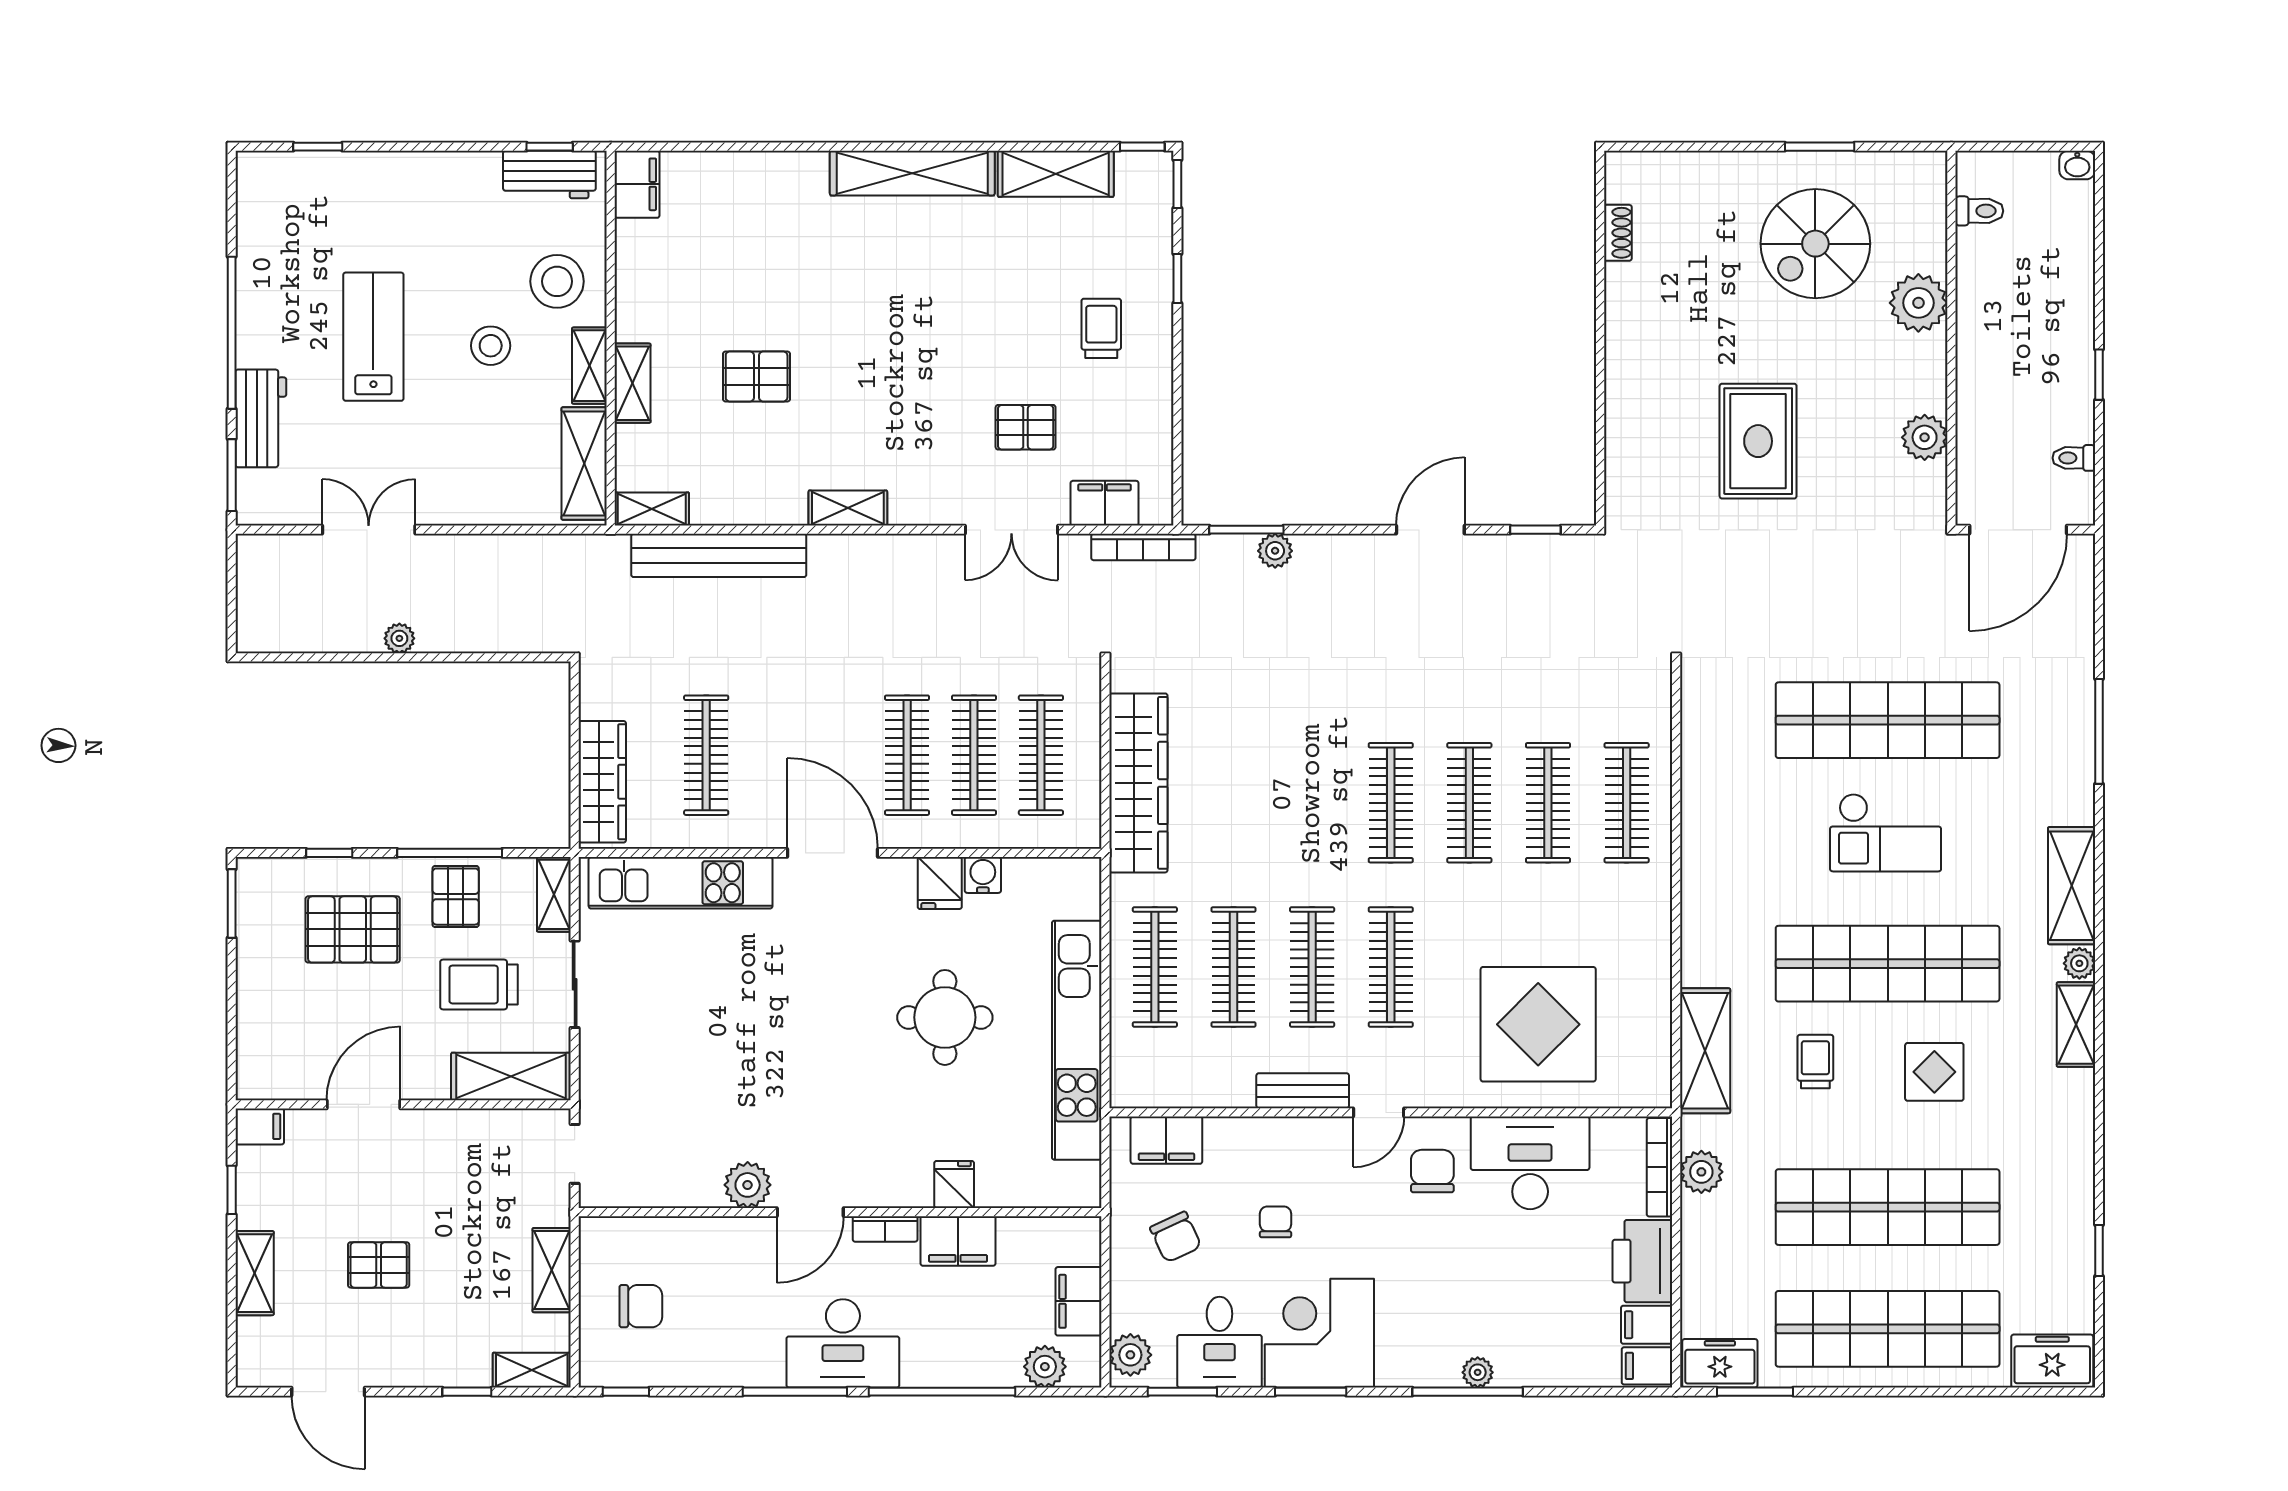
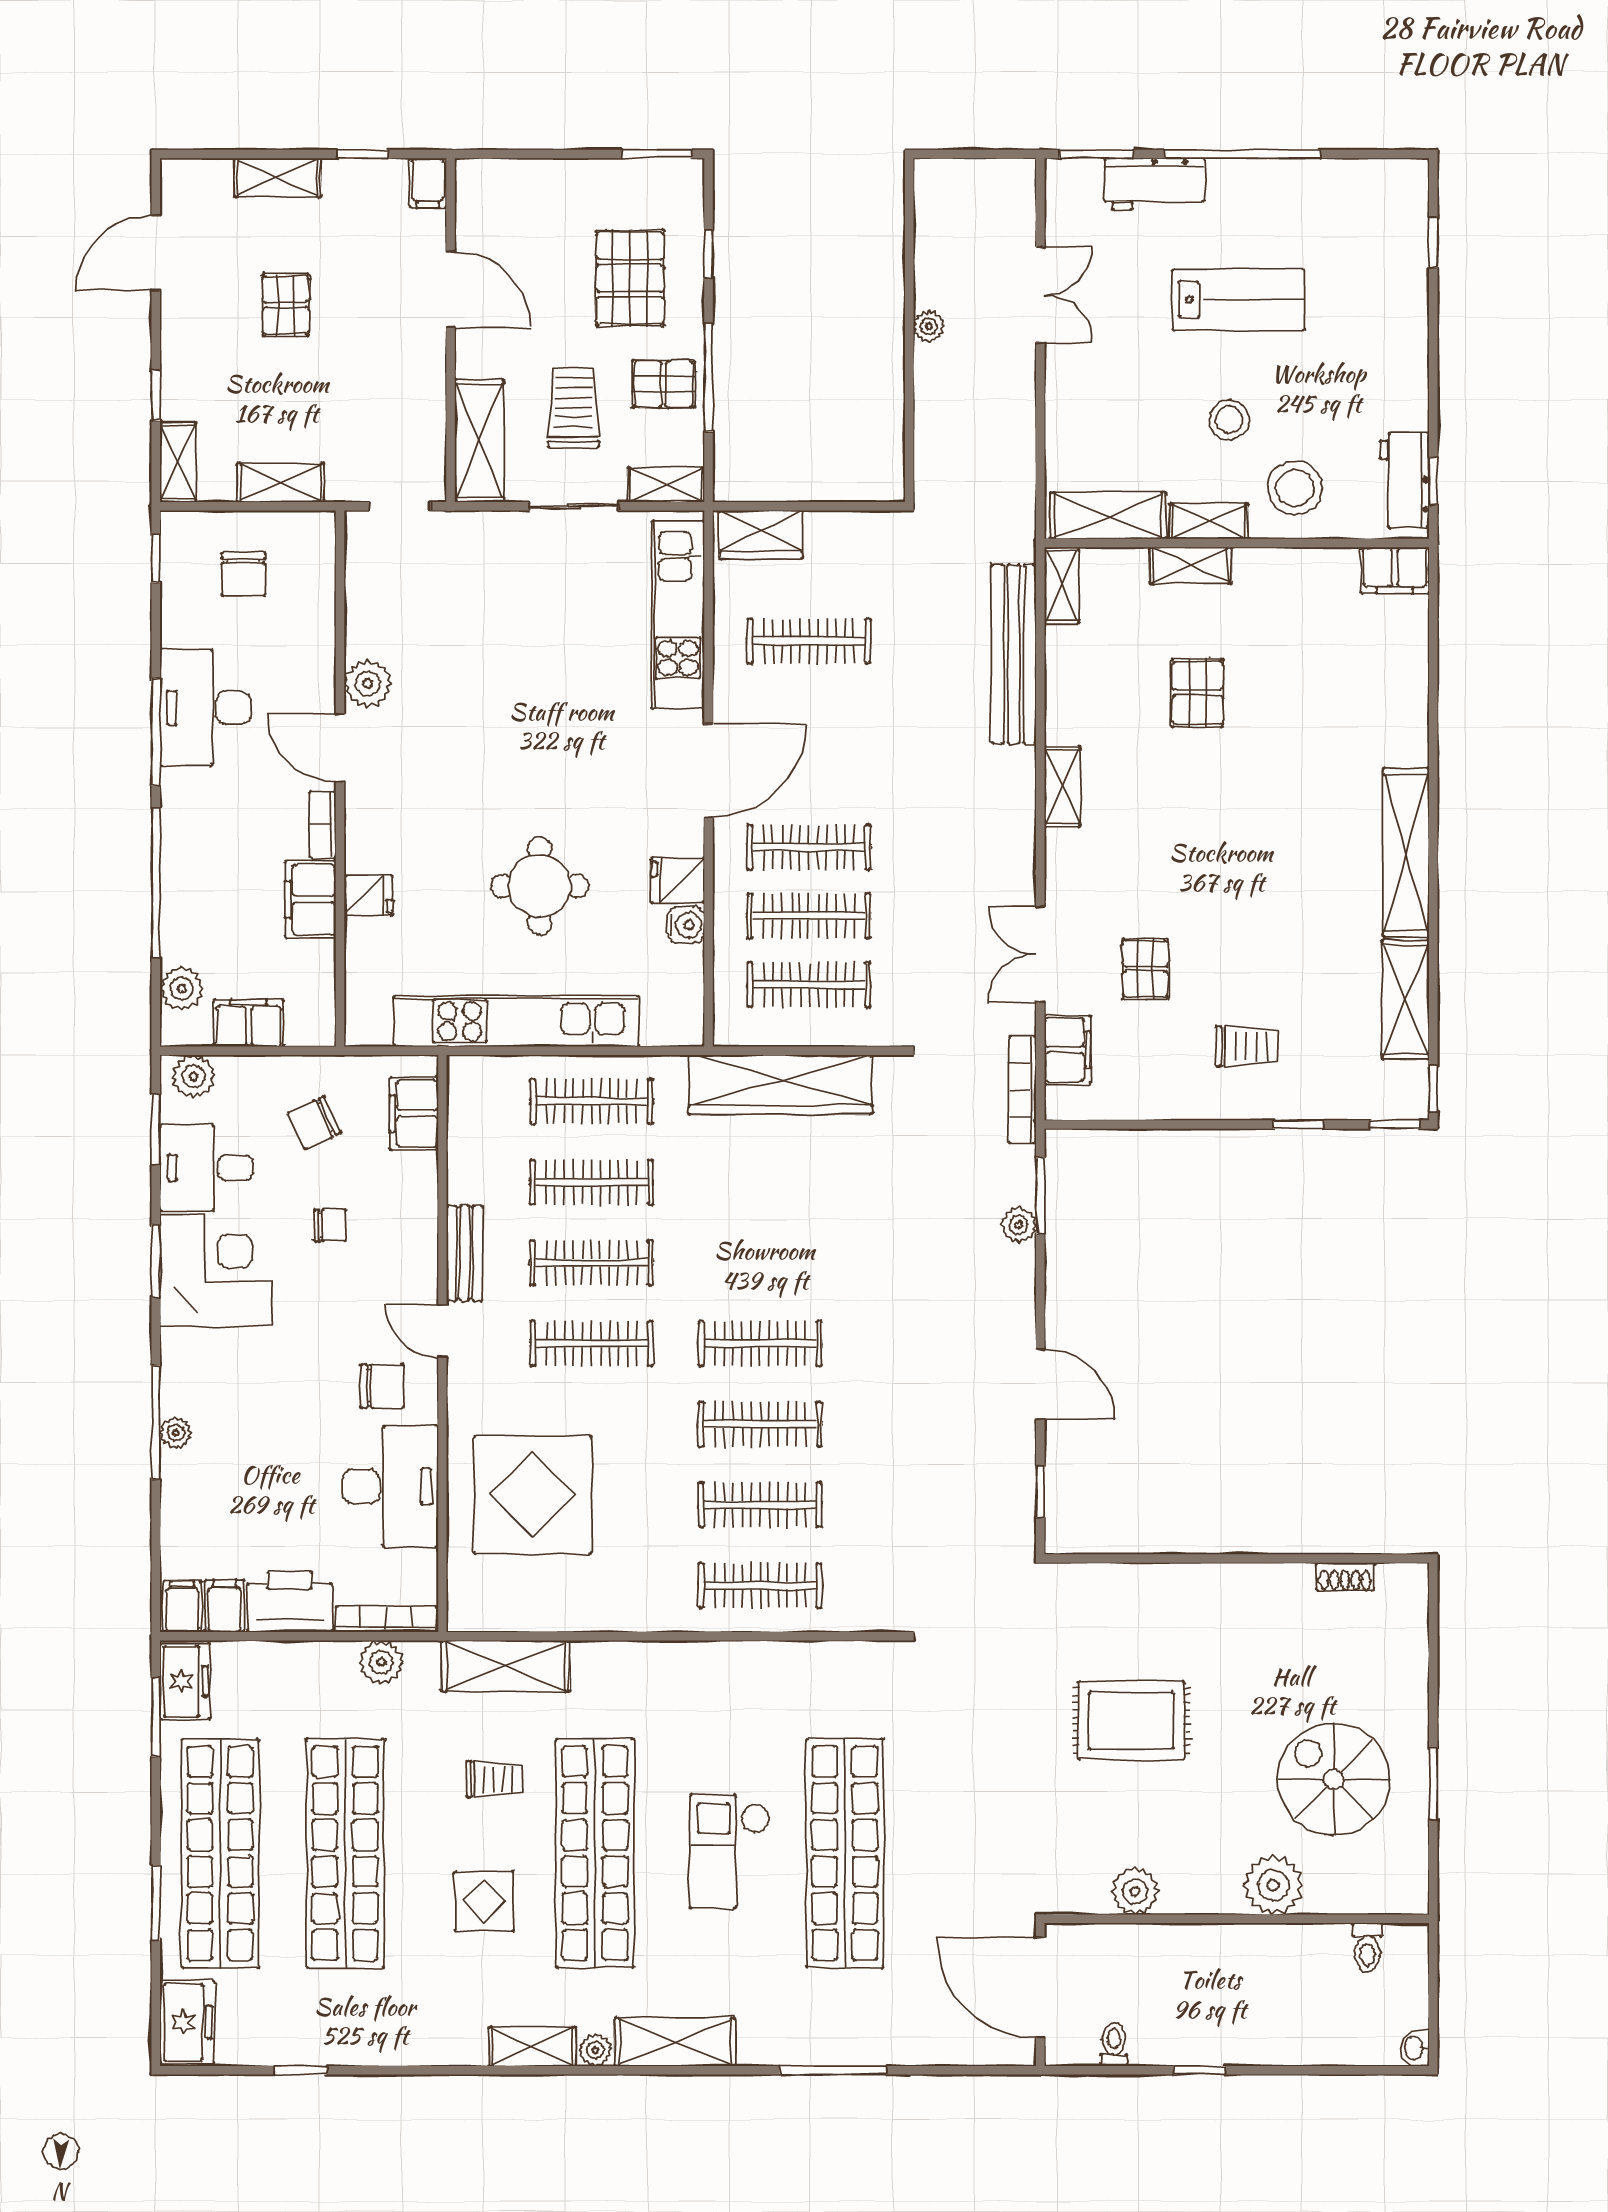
wardrobe: (602, 782) -> (761, 534), width x0.67
desk: (843, 1343) -> (205, 708), moved
window: (1936, 1392) -> (156, 1903), added

